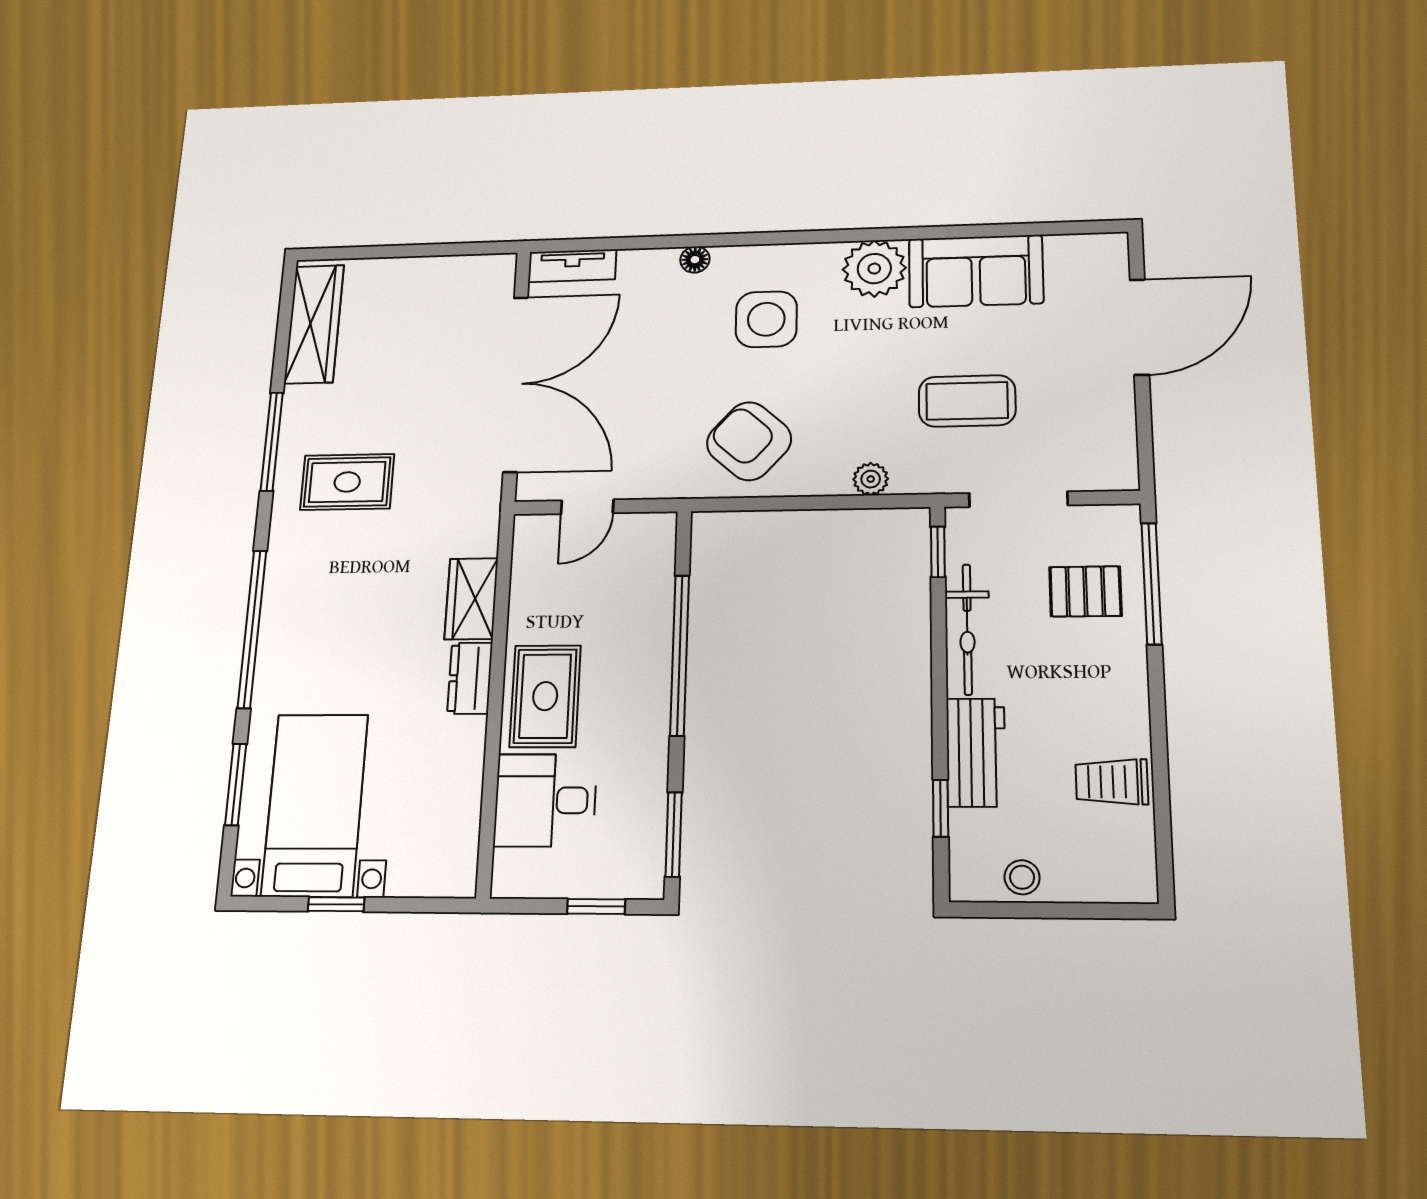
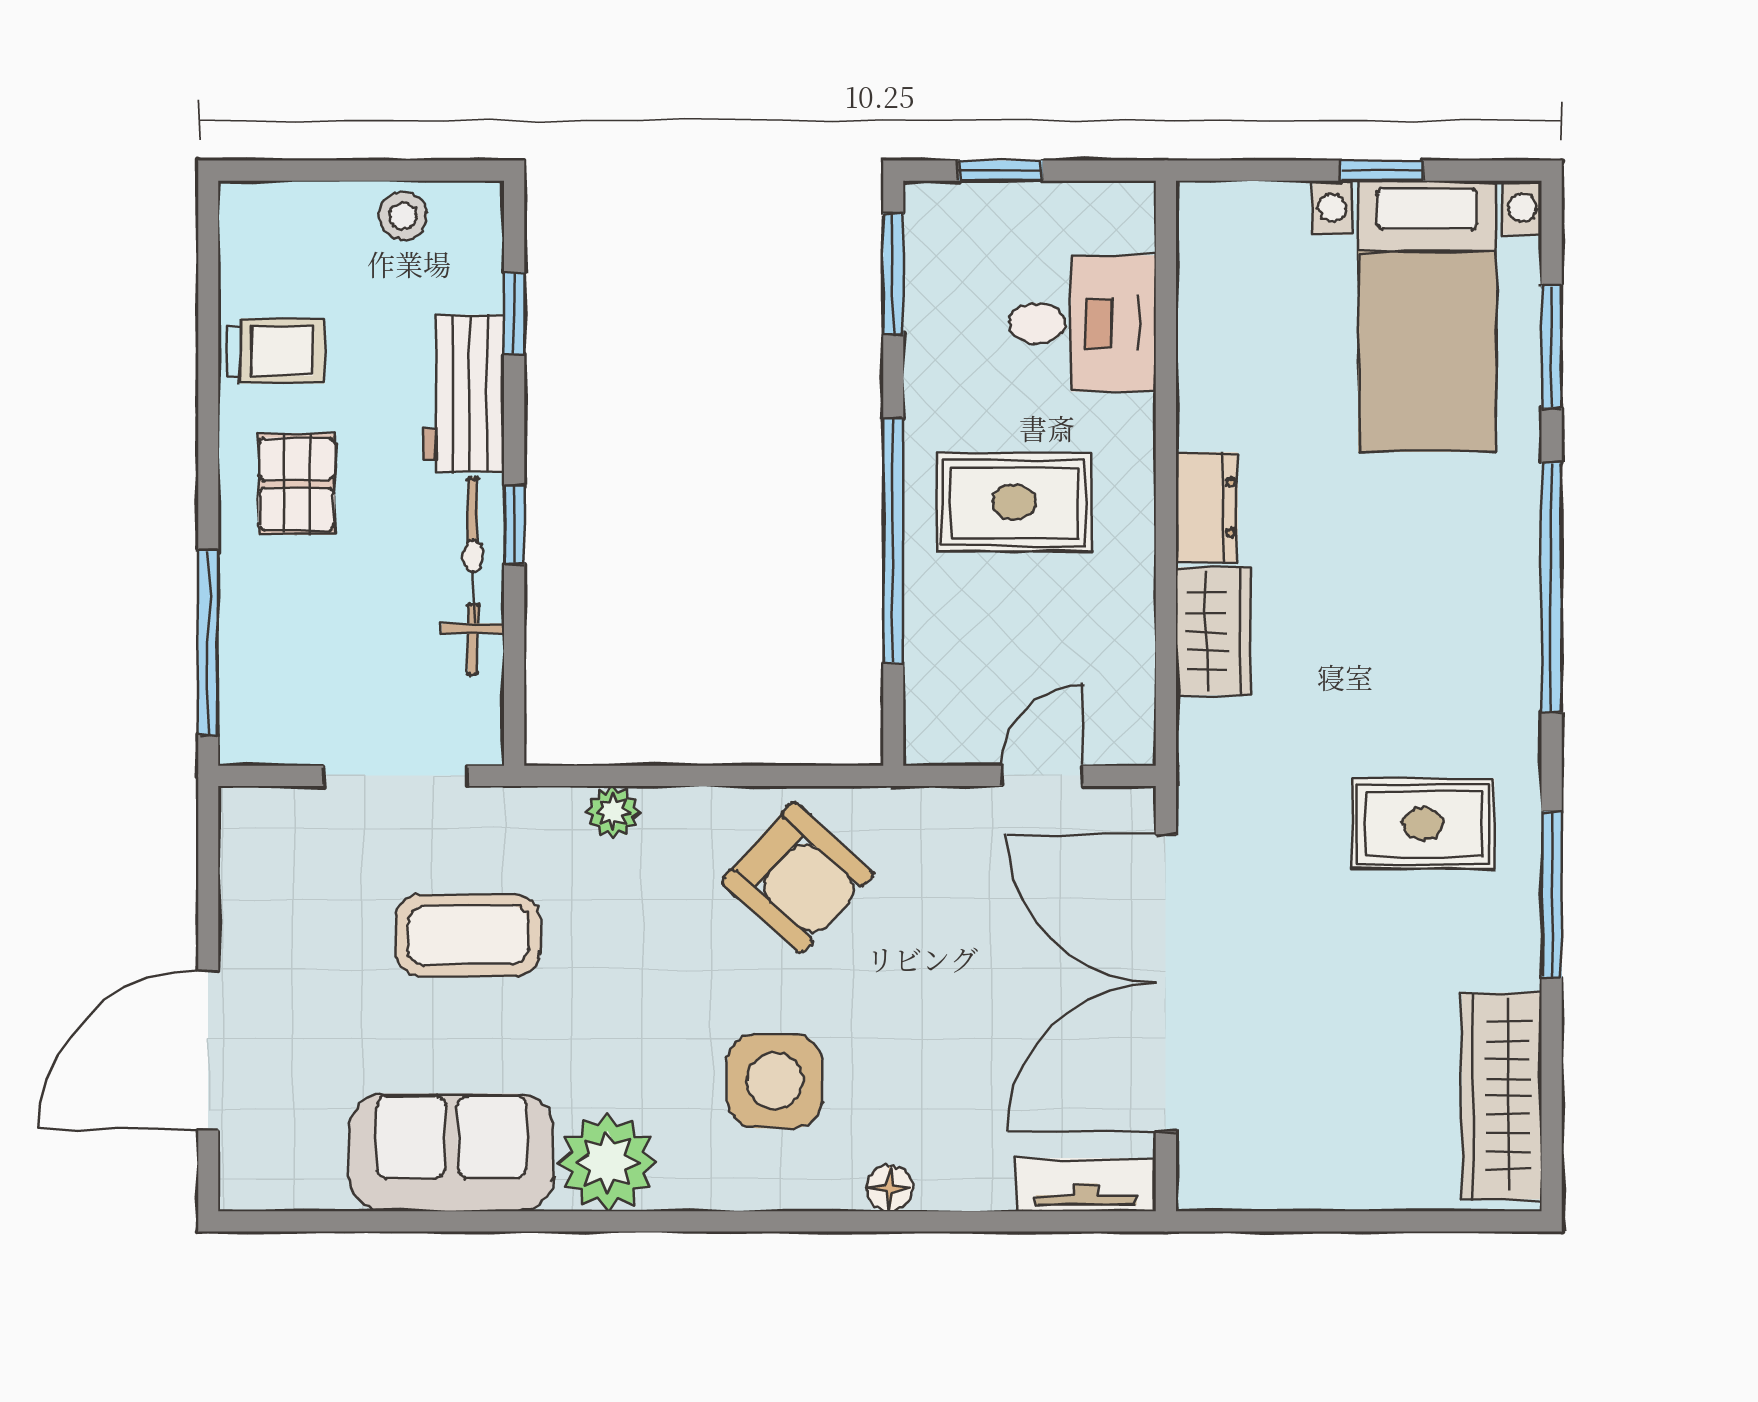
window: (938, 552) -> (514, 525), moved
pallet: (1085, 591) -> (297, 484), moved, turned 90
rug: (545, 696) -> (1014, 502), moved, turned 90

